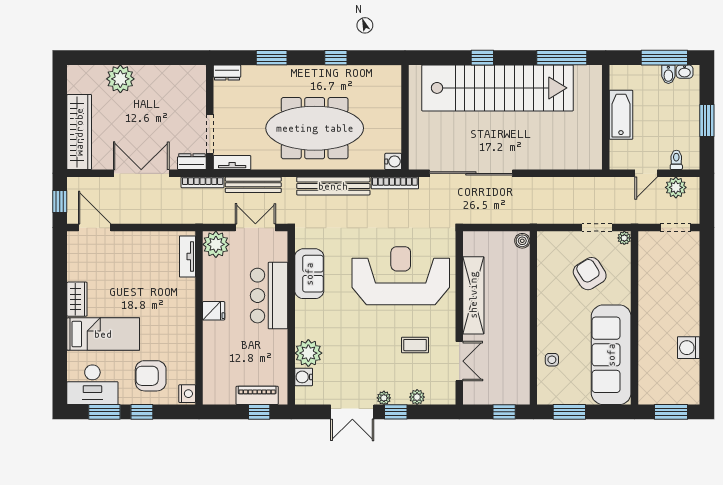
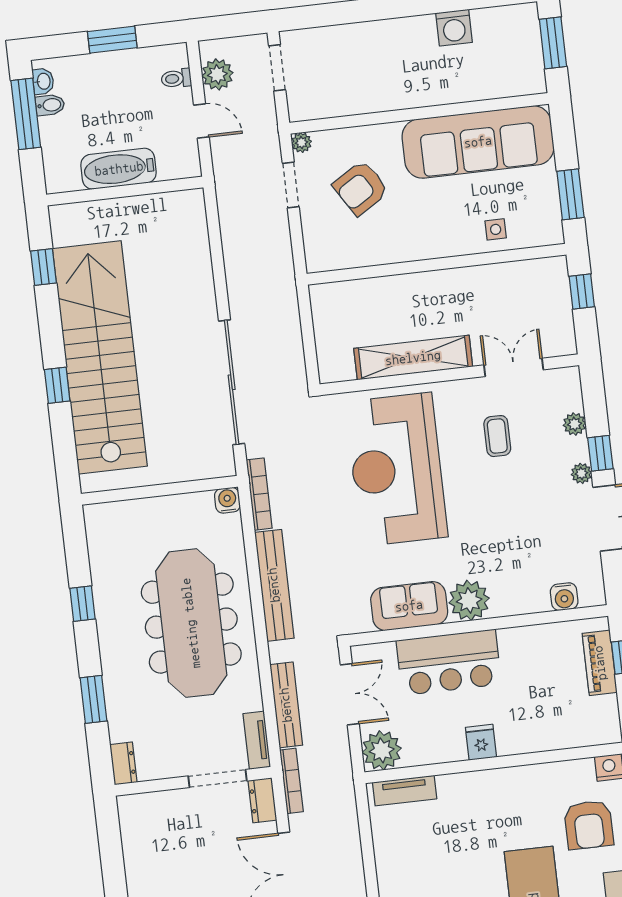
window: (562, 58) -> (43, 267), width x0.46
double door: (255, 228) -> (350, 694), swing flipped
boiler: (522, 241) -> (323, 294), removed
plant: (308, 353) -> (469, 600), moved

